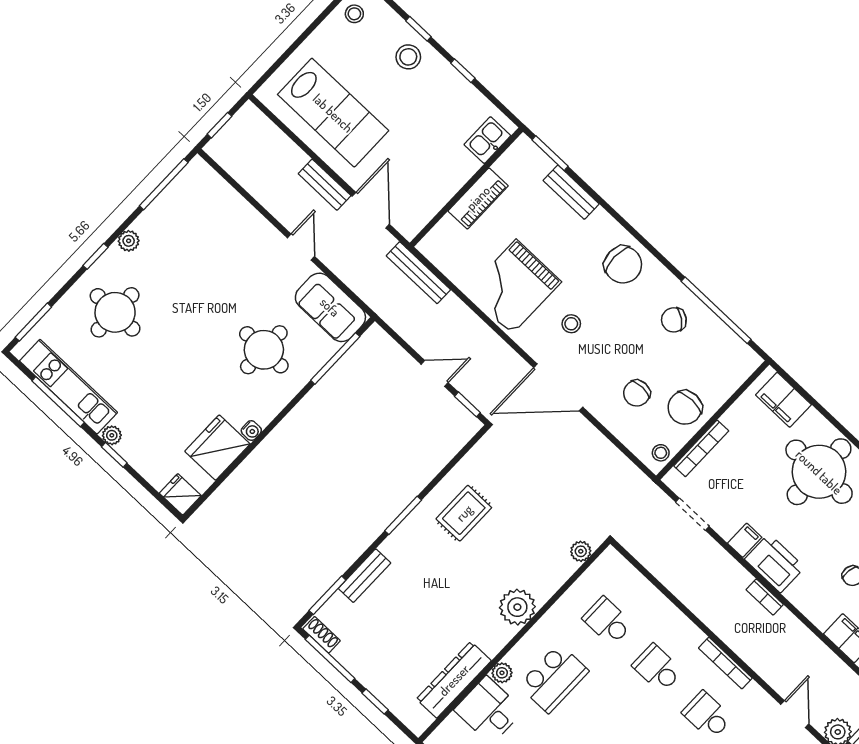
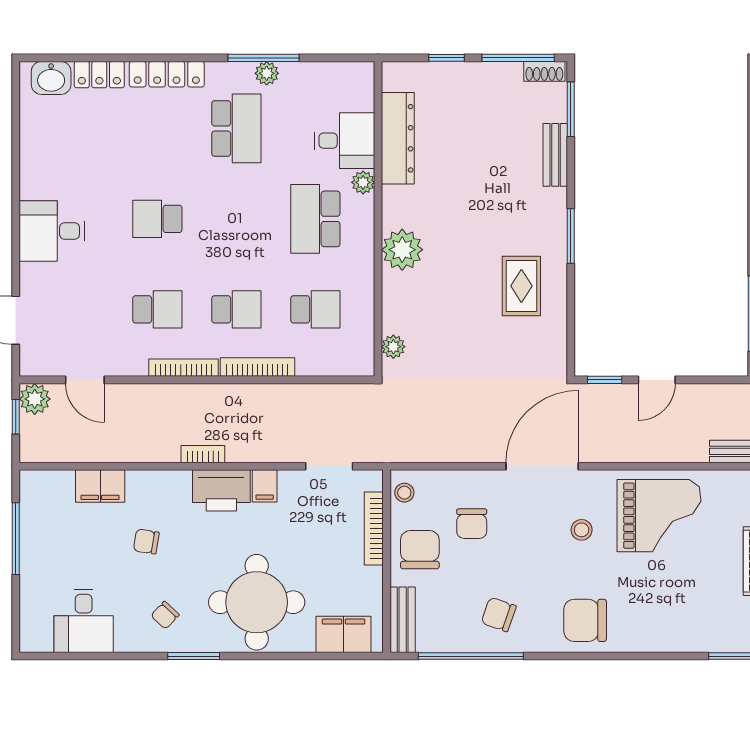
bench: (571, 192) -> (403, 620), moved, turned 90
grand piano: (514, 287) -> (659, 516), turned 90
chair: (674, 320) -> (499, 614), turned -108
chair: (637, 393) -> (472, 524), turned 180
bookcase: (678, 619) -> (257, 367), added

